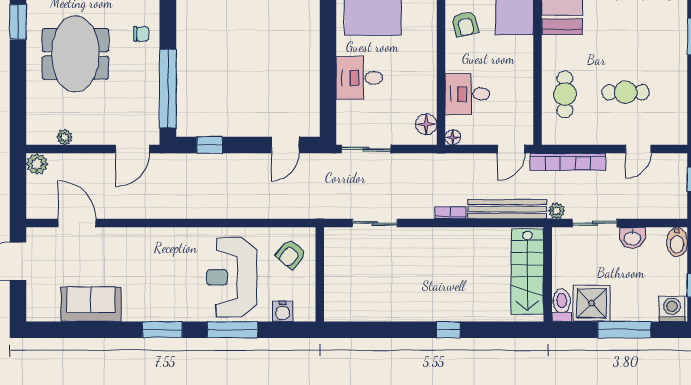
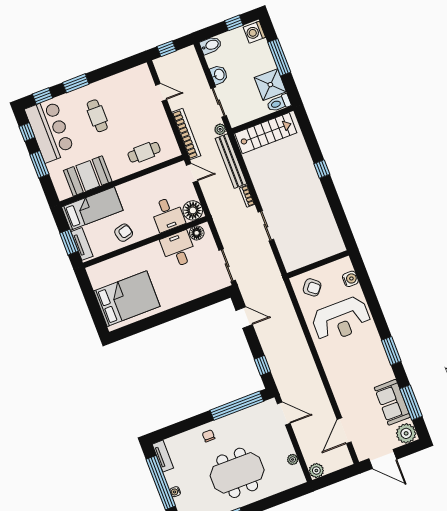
desk: (359, 78) -> (178, 249), moved, turned 180
cafe table: (626, 92) -> (97, 116), moved
floor lamp: (453, 137) -> (193, 210), width x1.89, depth x1.89
sliding door: (375, 223) -> (266, 226), moved
plant: (41, 307) -> (406, 433), added
window: (232, 330) -> (411, 403), moved

